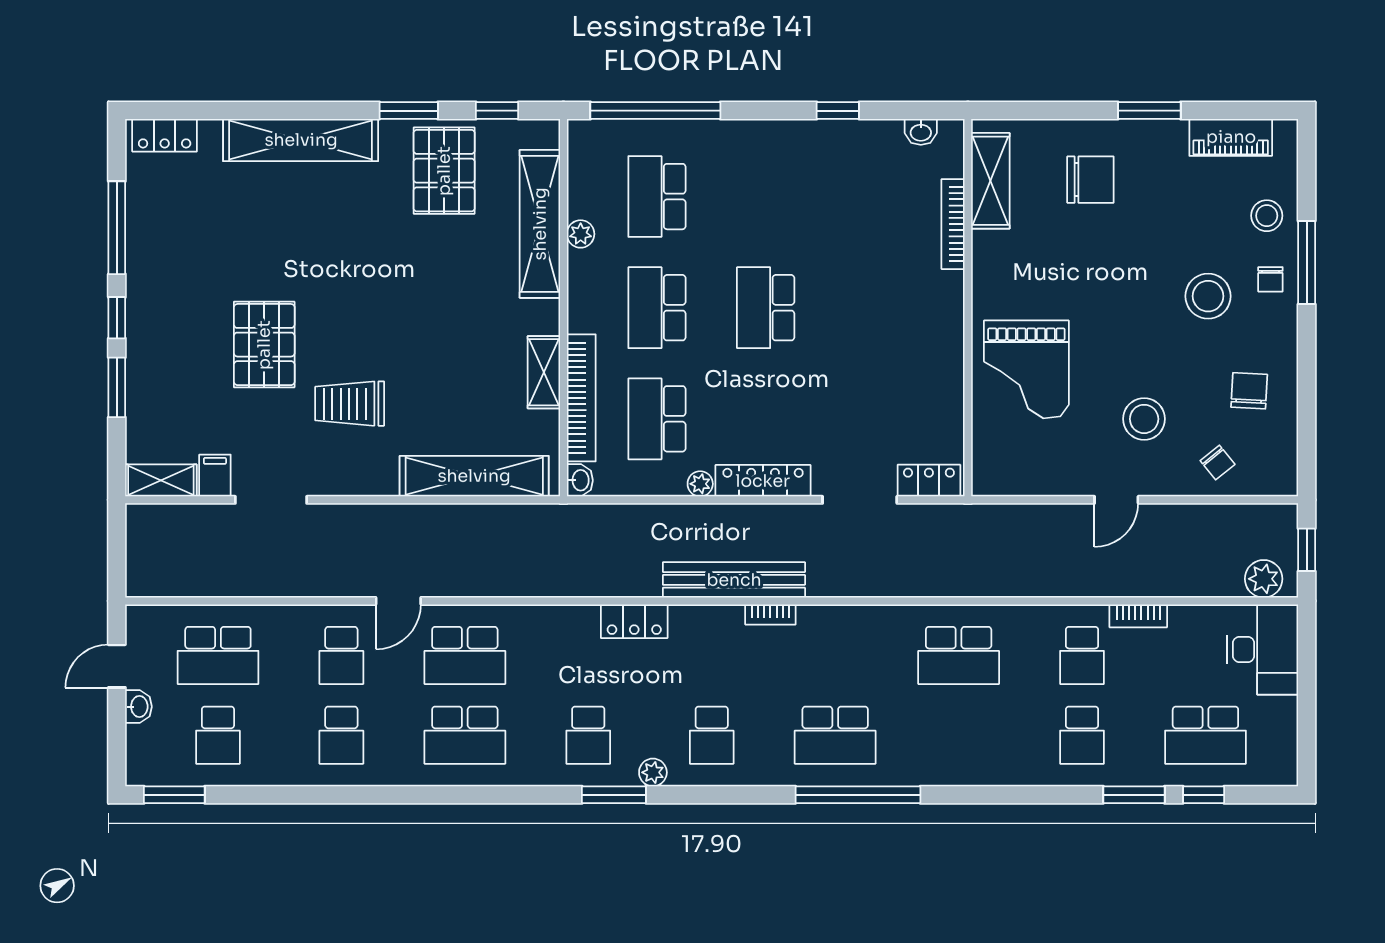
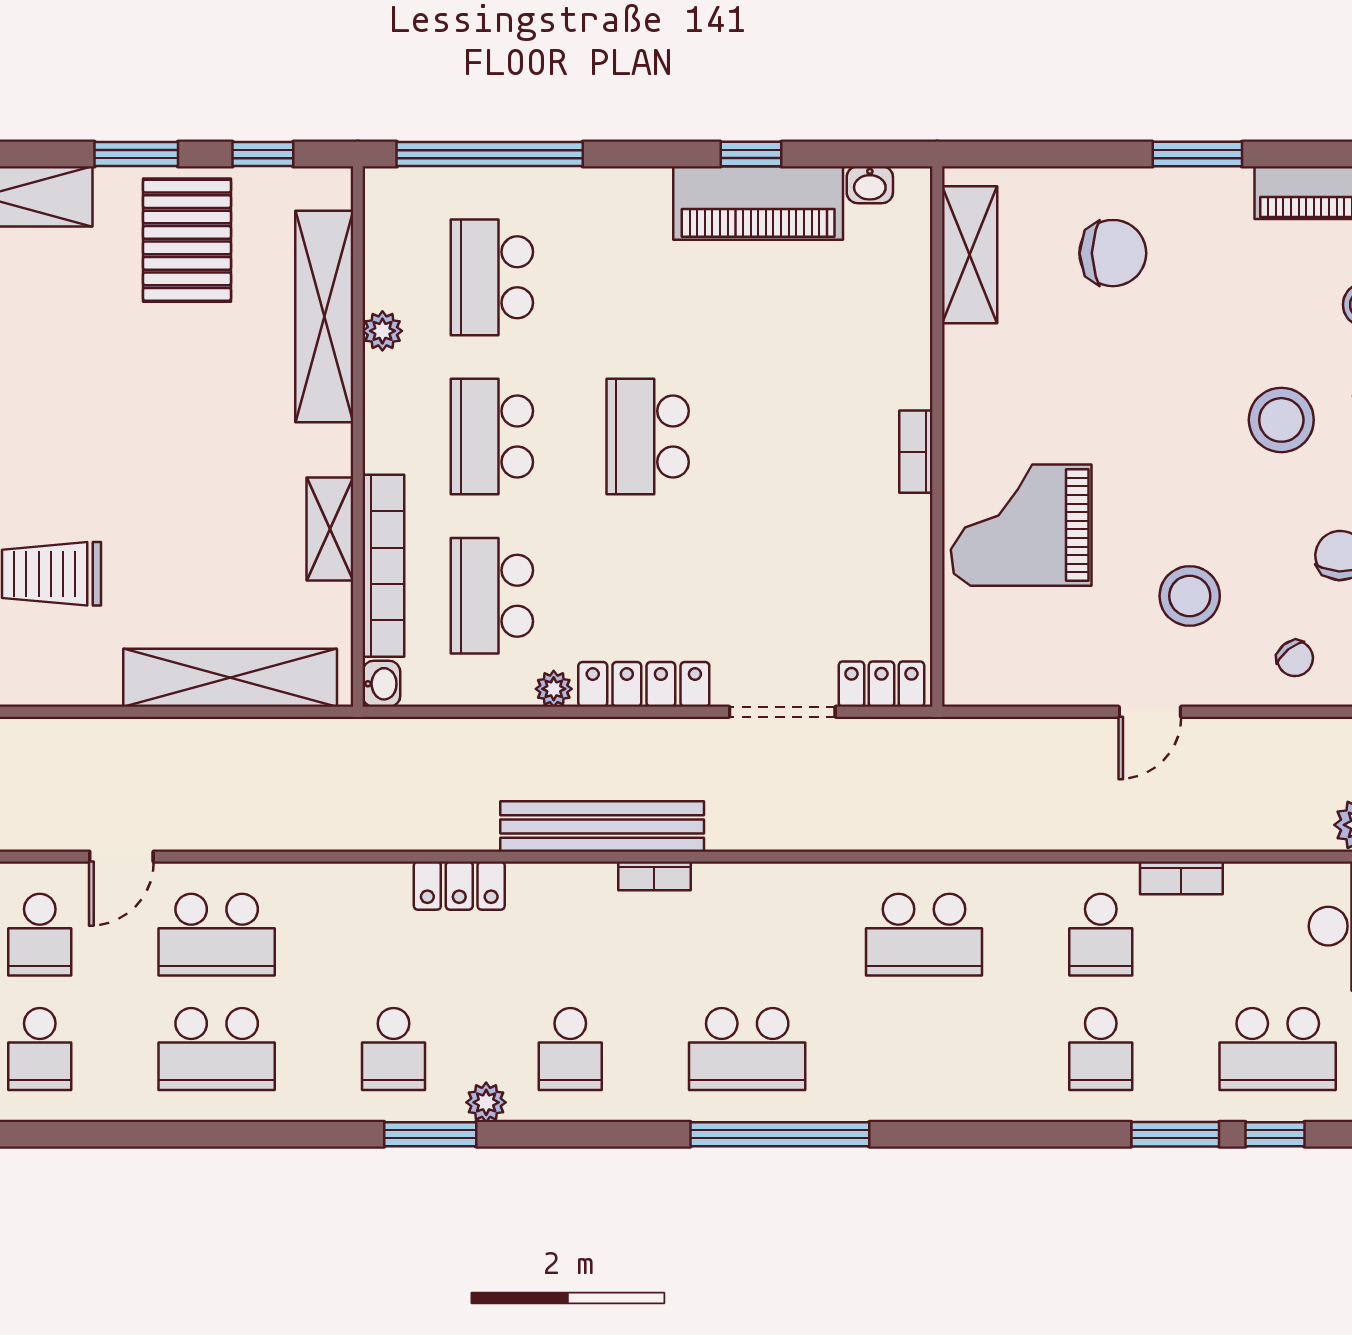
piano: (843, 145) -> (758, 203), added
bookcase: (953, 224) -> (916, 452), moved, width x0.64
grand piano: (1026, 369) -> (1021, 525), turned 90

